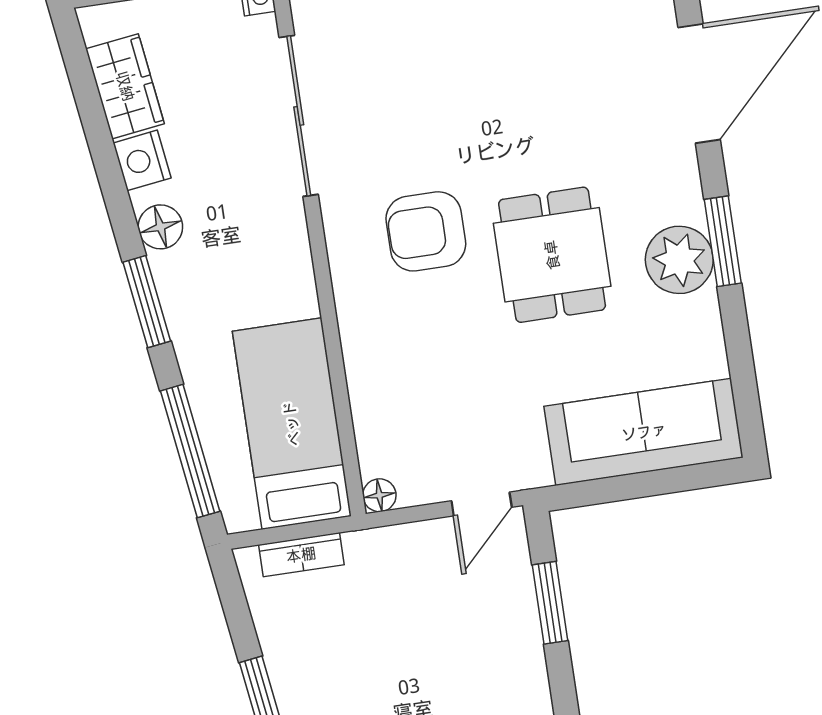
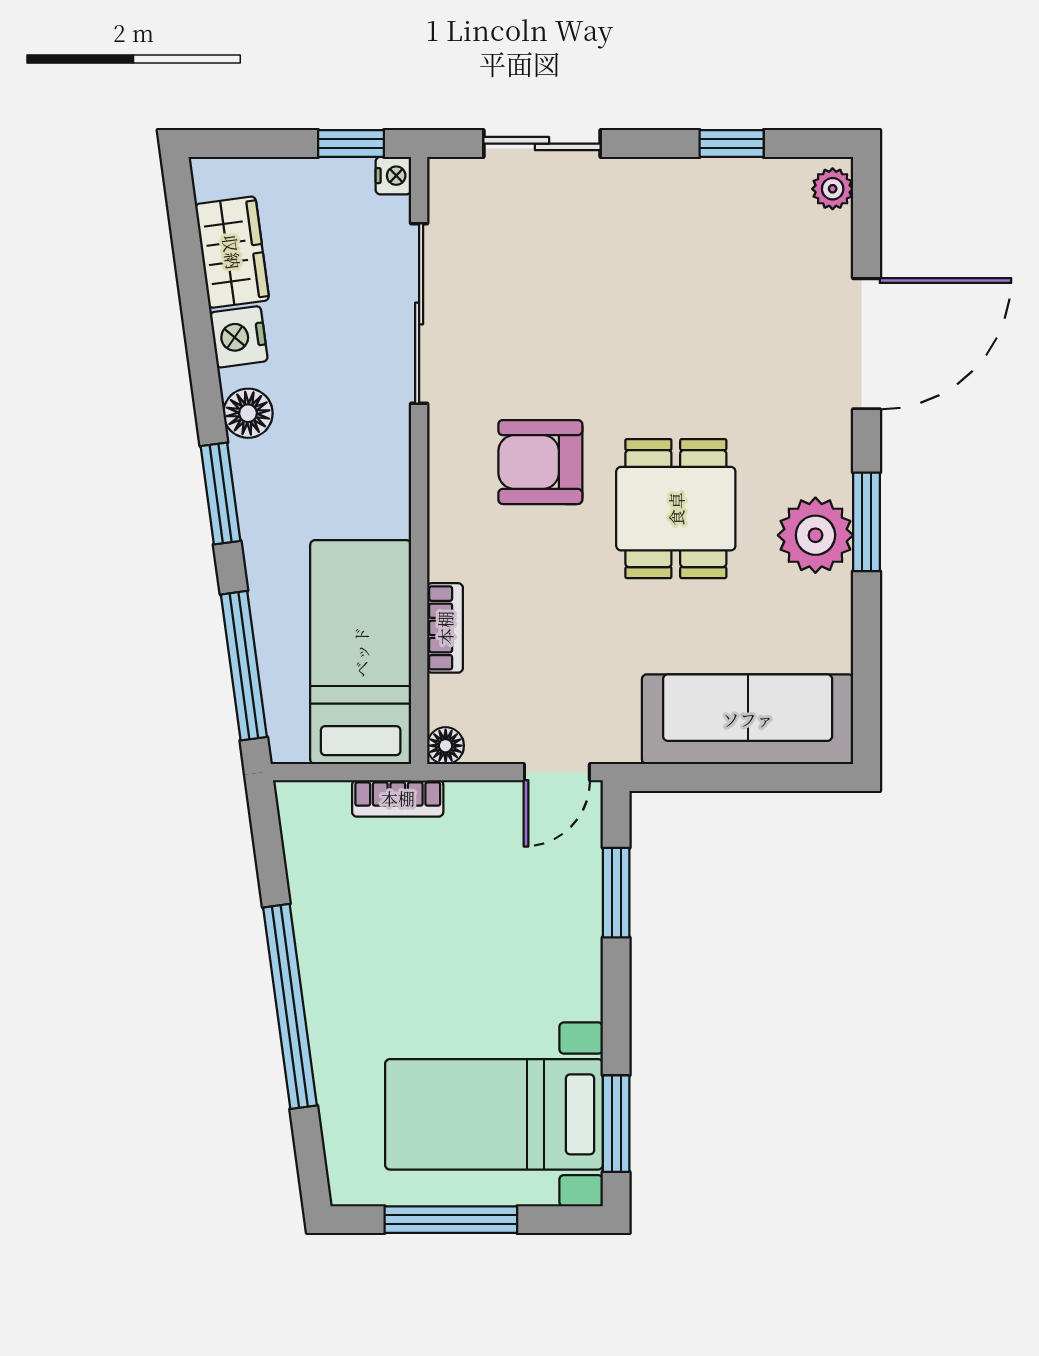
bookcase: (363, 391) -> (445, 628), added
bookcase: (301, 555) -> (398, 798), moved

